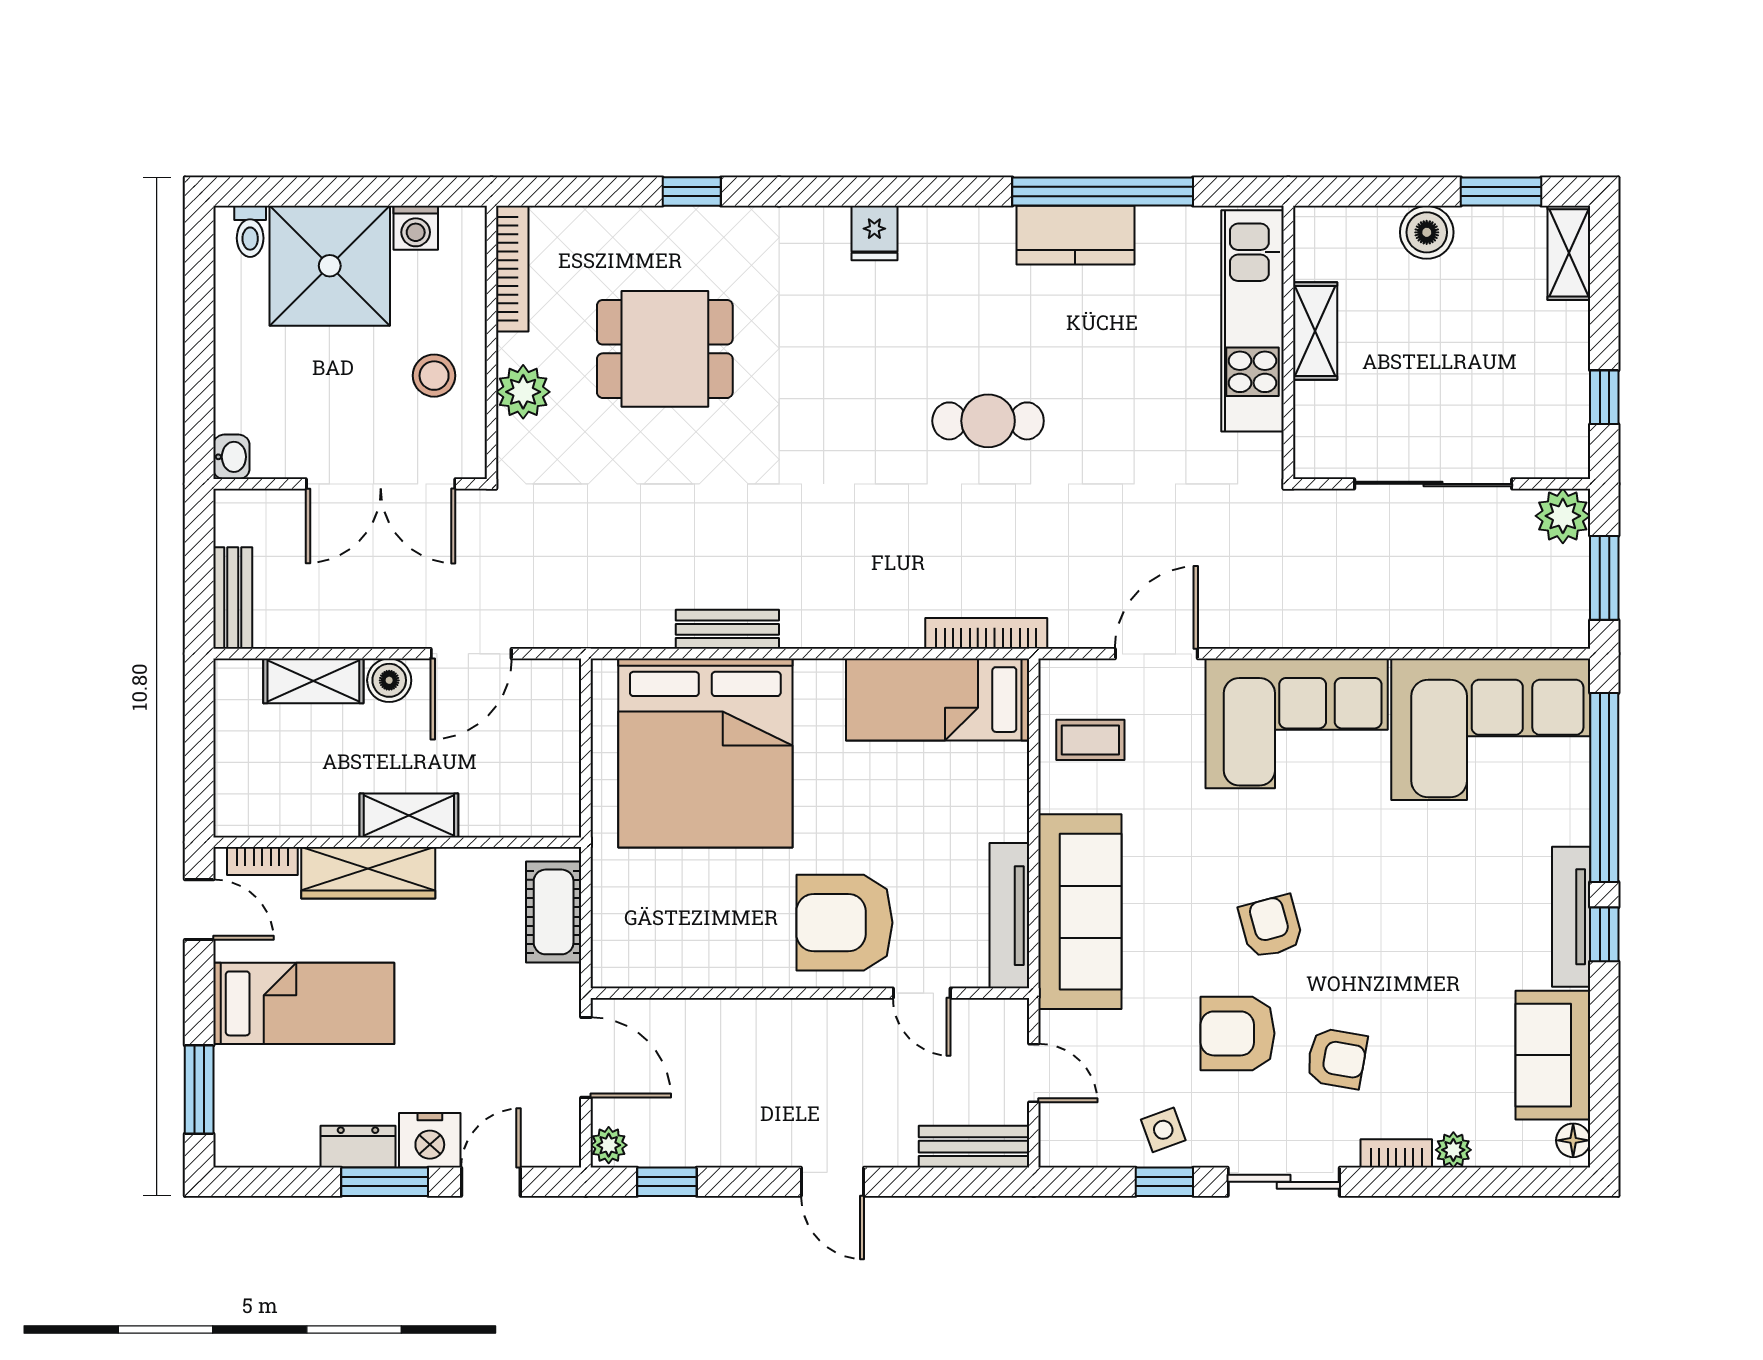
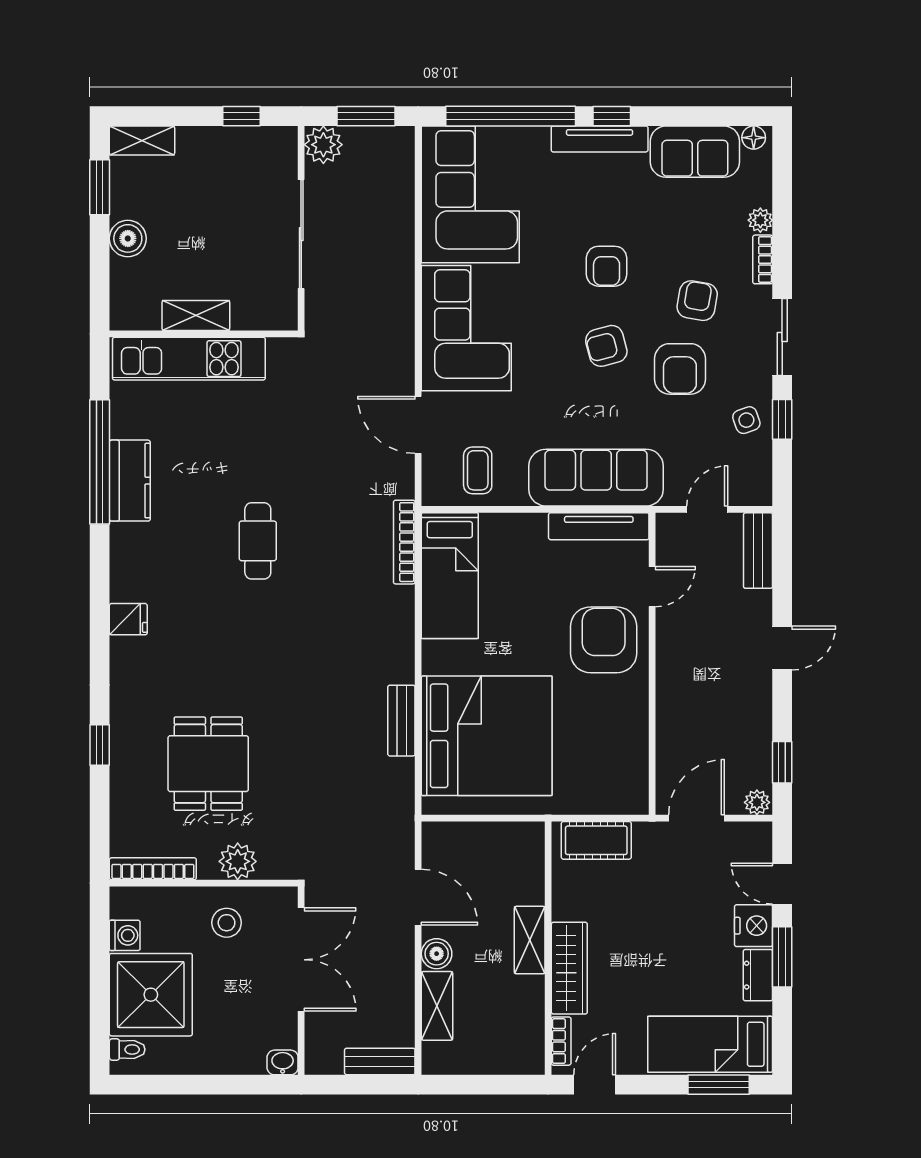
armchair: (844, 923) -> (604, 640), turned 180
armchair: (1387, 927) -> (607, 266), added
bed: (304, 1003) -> (710, 1044), moved, turned -90

